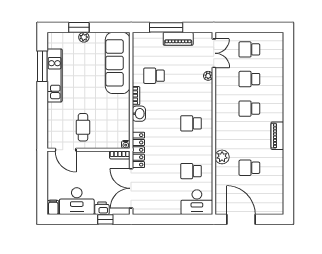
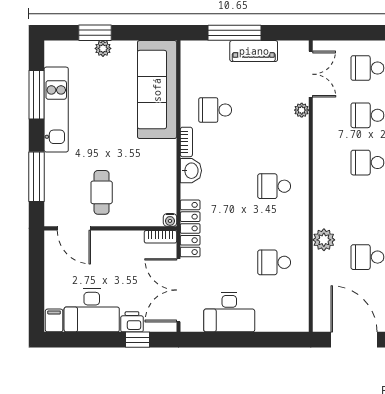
window: (42, 118) -> (37, 177), added
desk: (197, 202) -> (229, 312), moved

